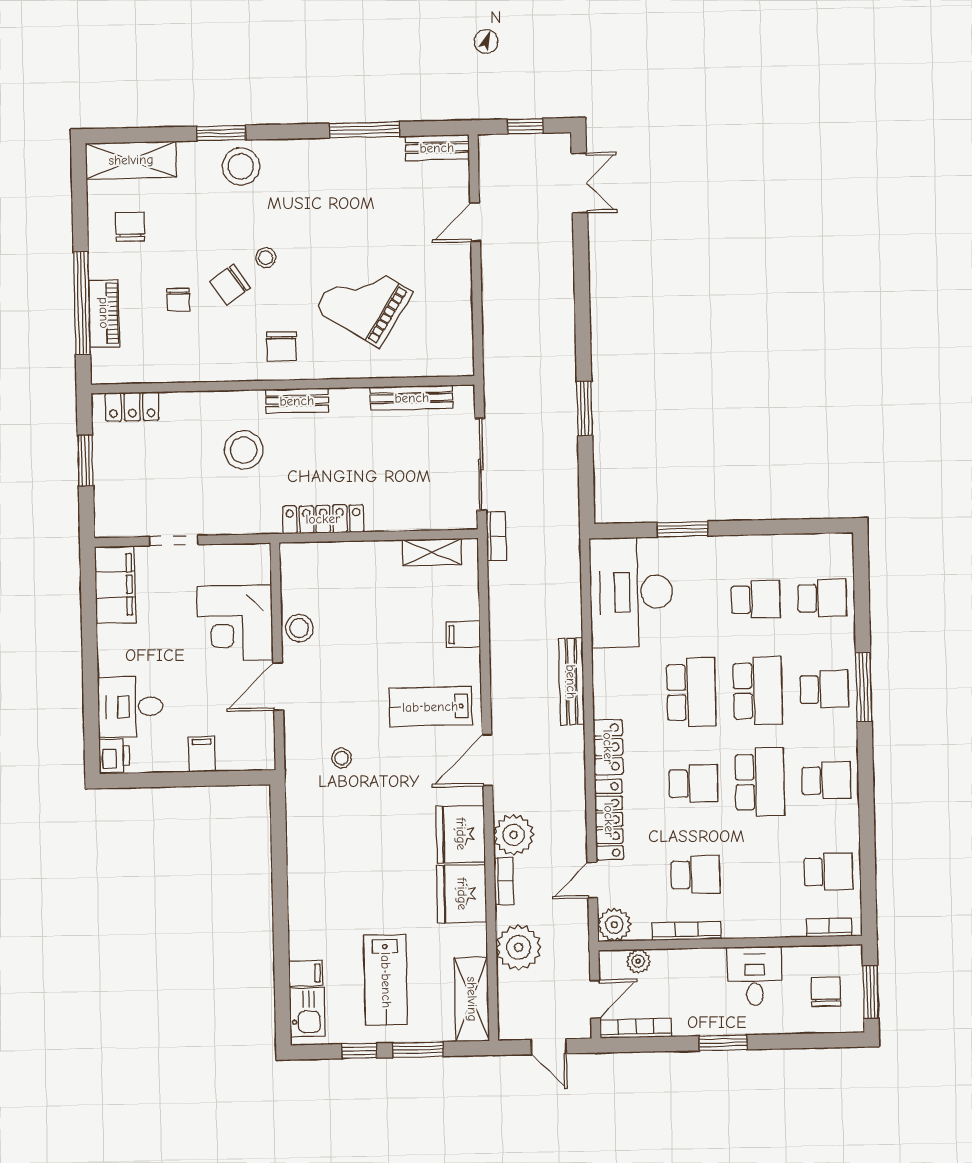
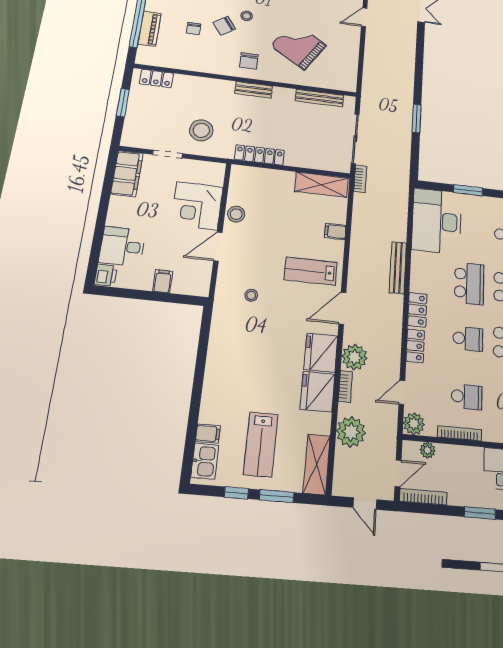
stool: (244, 450) -> (201, 130), moved
shelving: (432, 552) -> (322, 185), width x1.50, depth x1.33
locker: (609, 820) -> (415, 346), width x0.66

